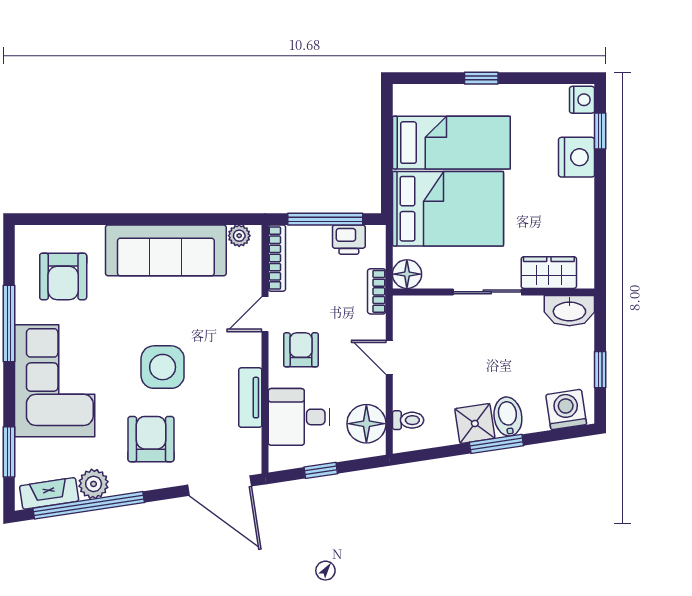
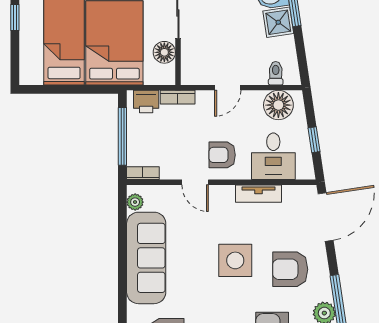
printer: (349, 240) -> (146, 102), moved, turned 90
bookcase: (277, 258) -> (143, 173), width x0.64
floor lamp: (407, 274) -> (164, 52), moved

